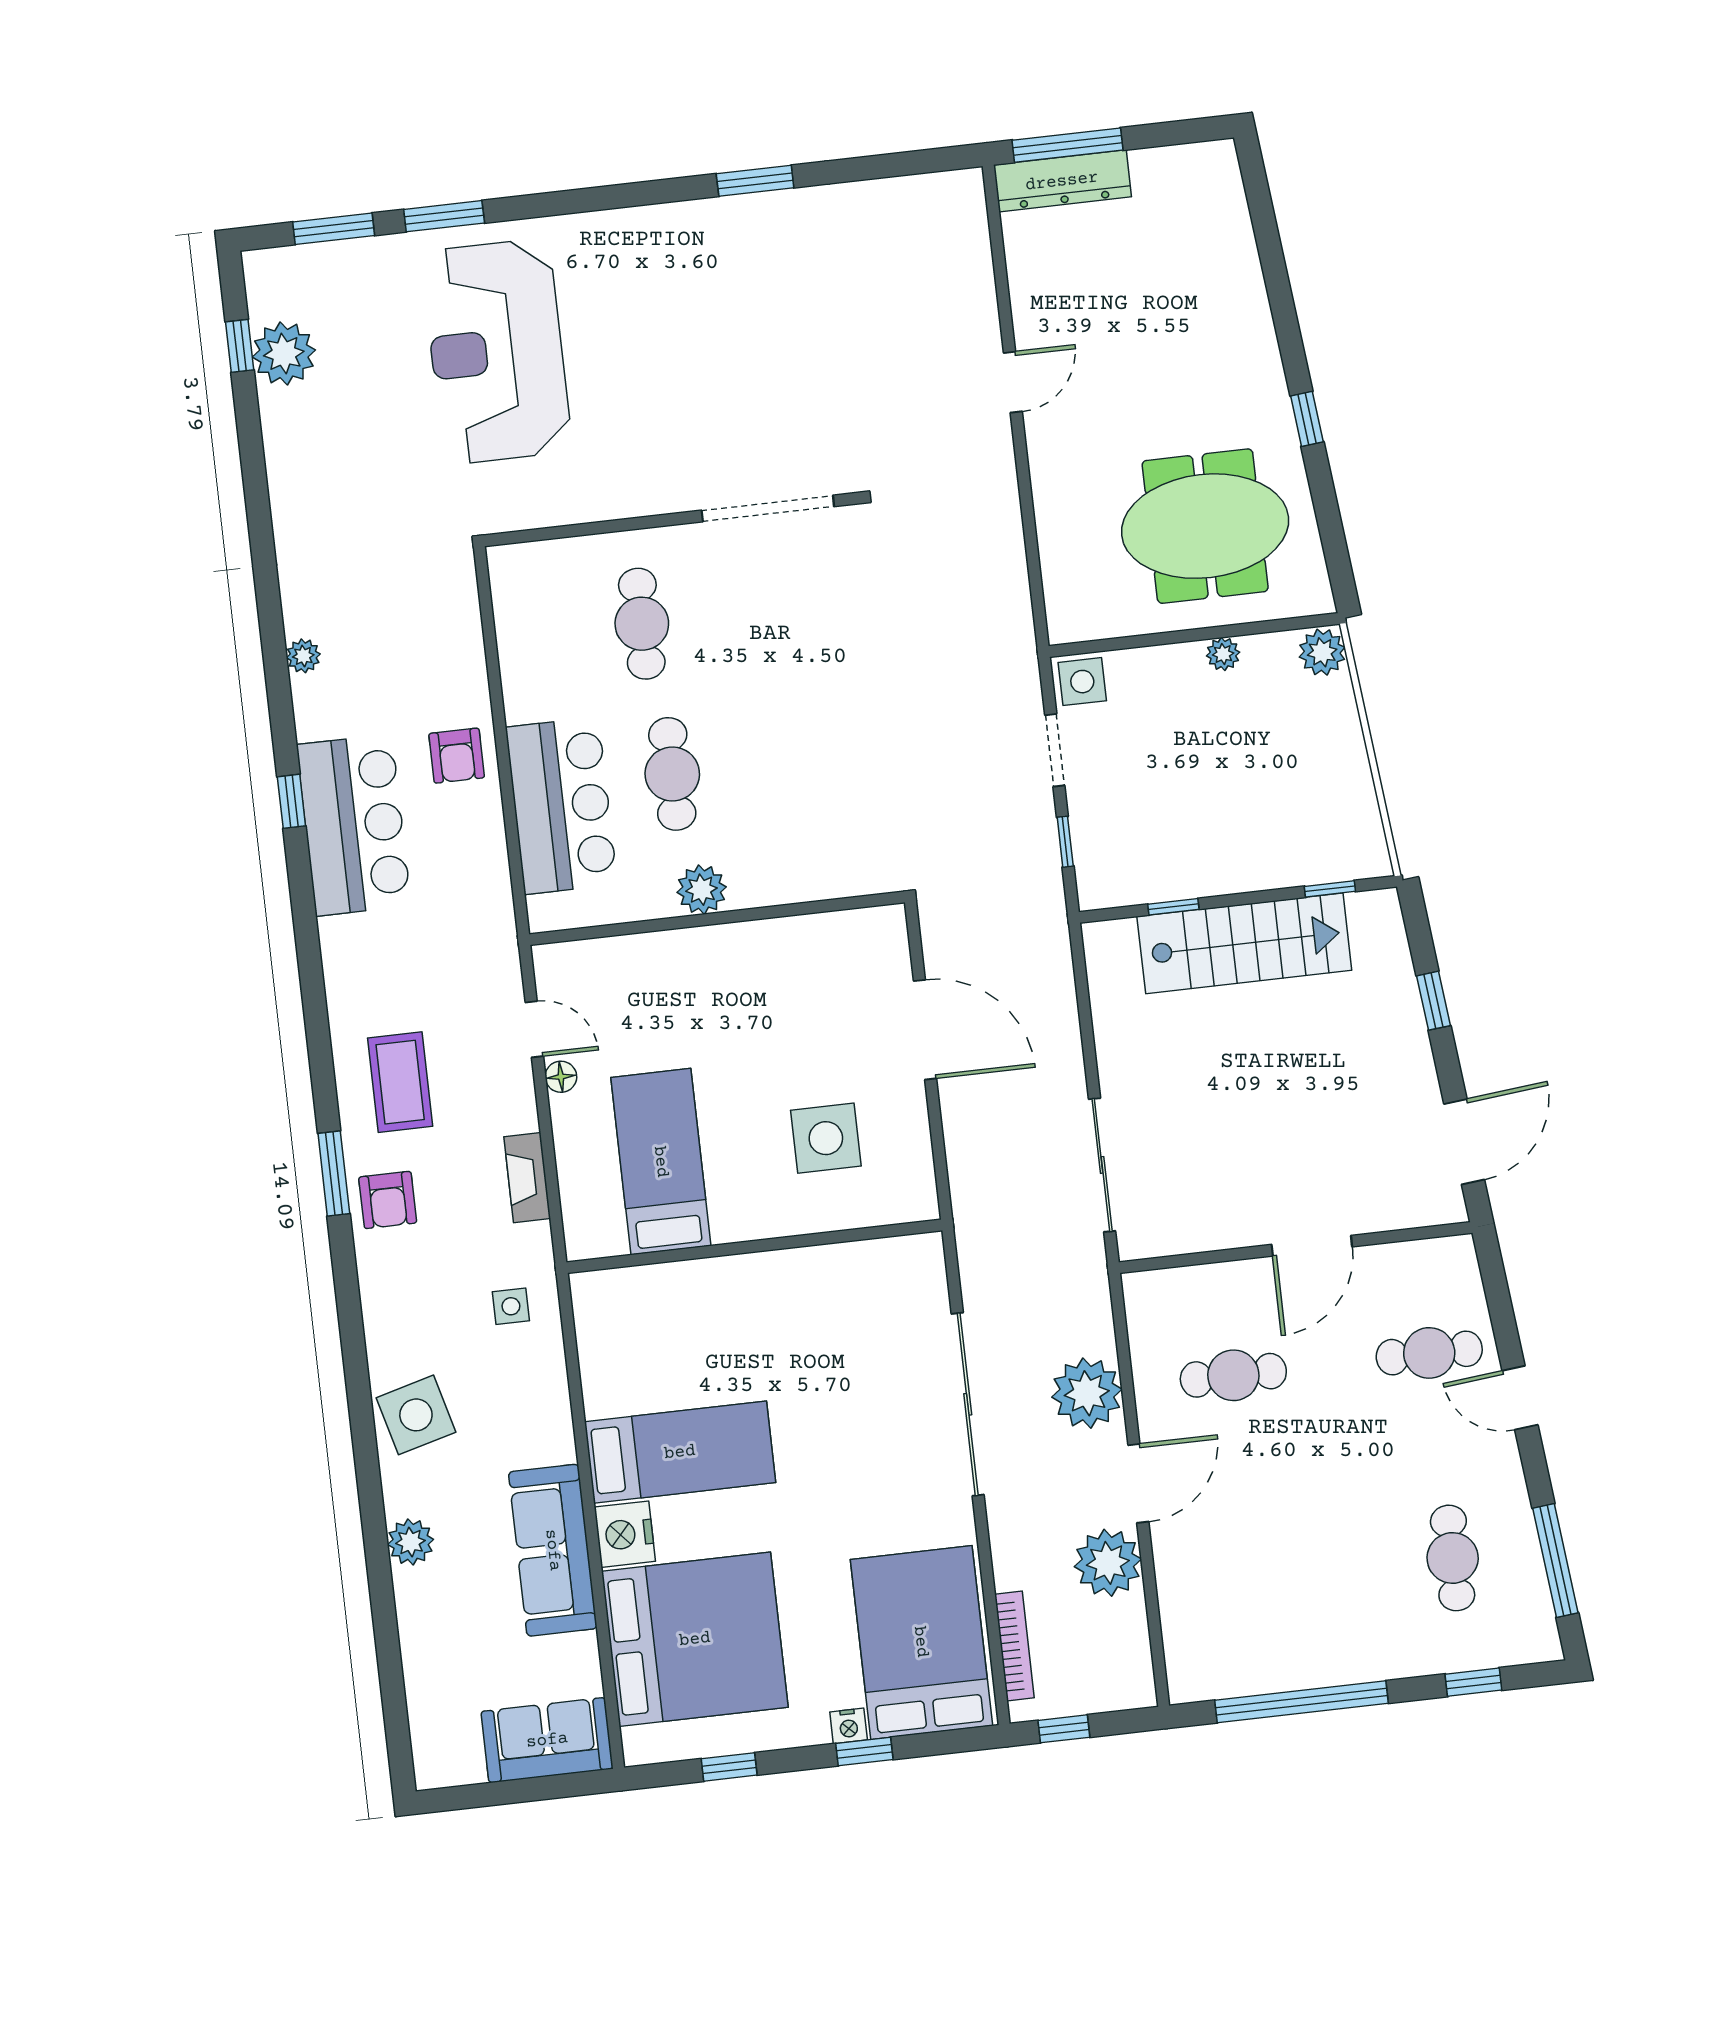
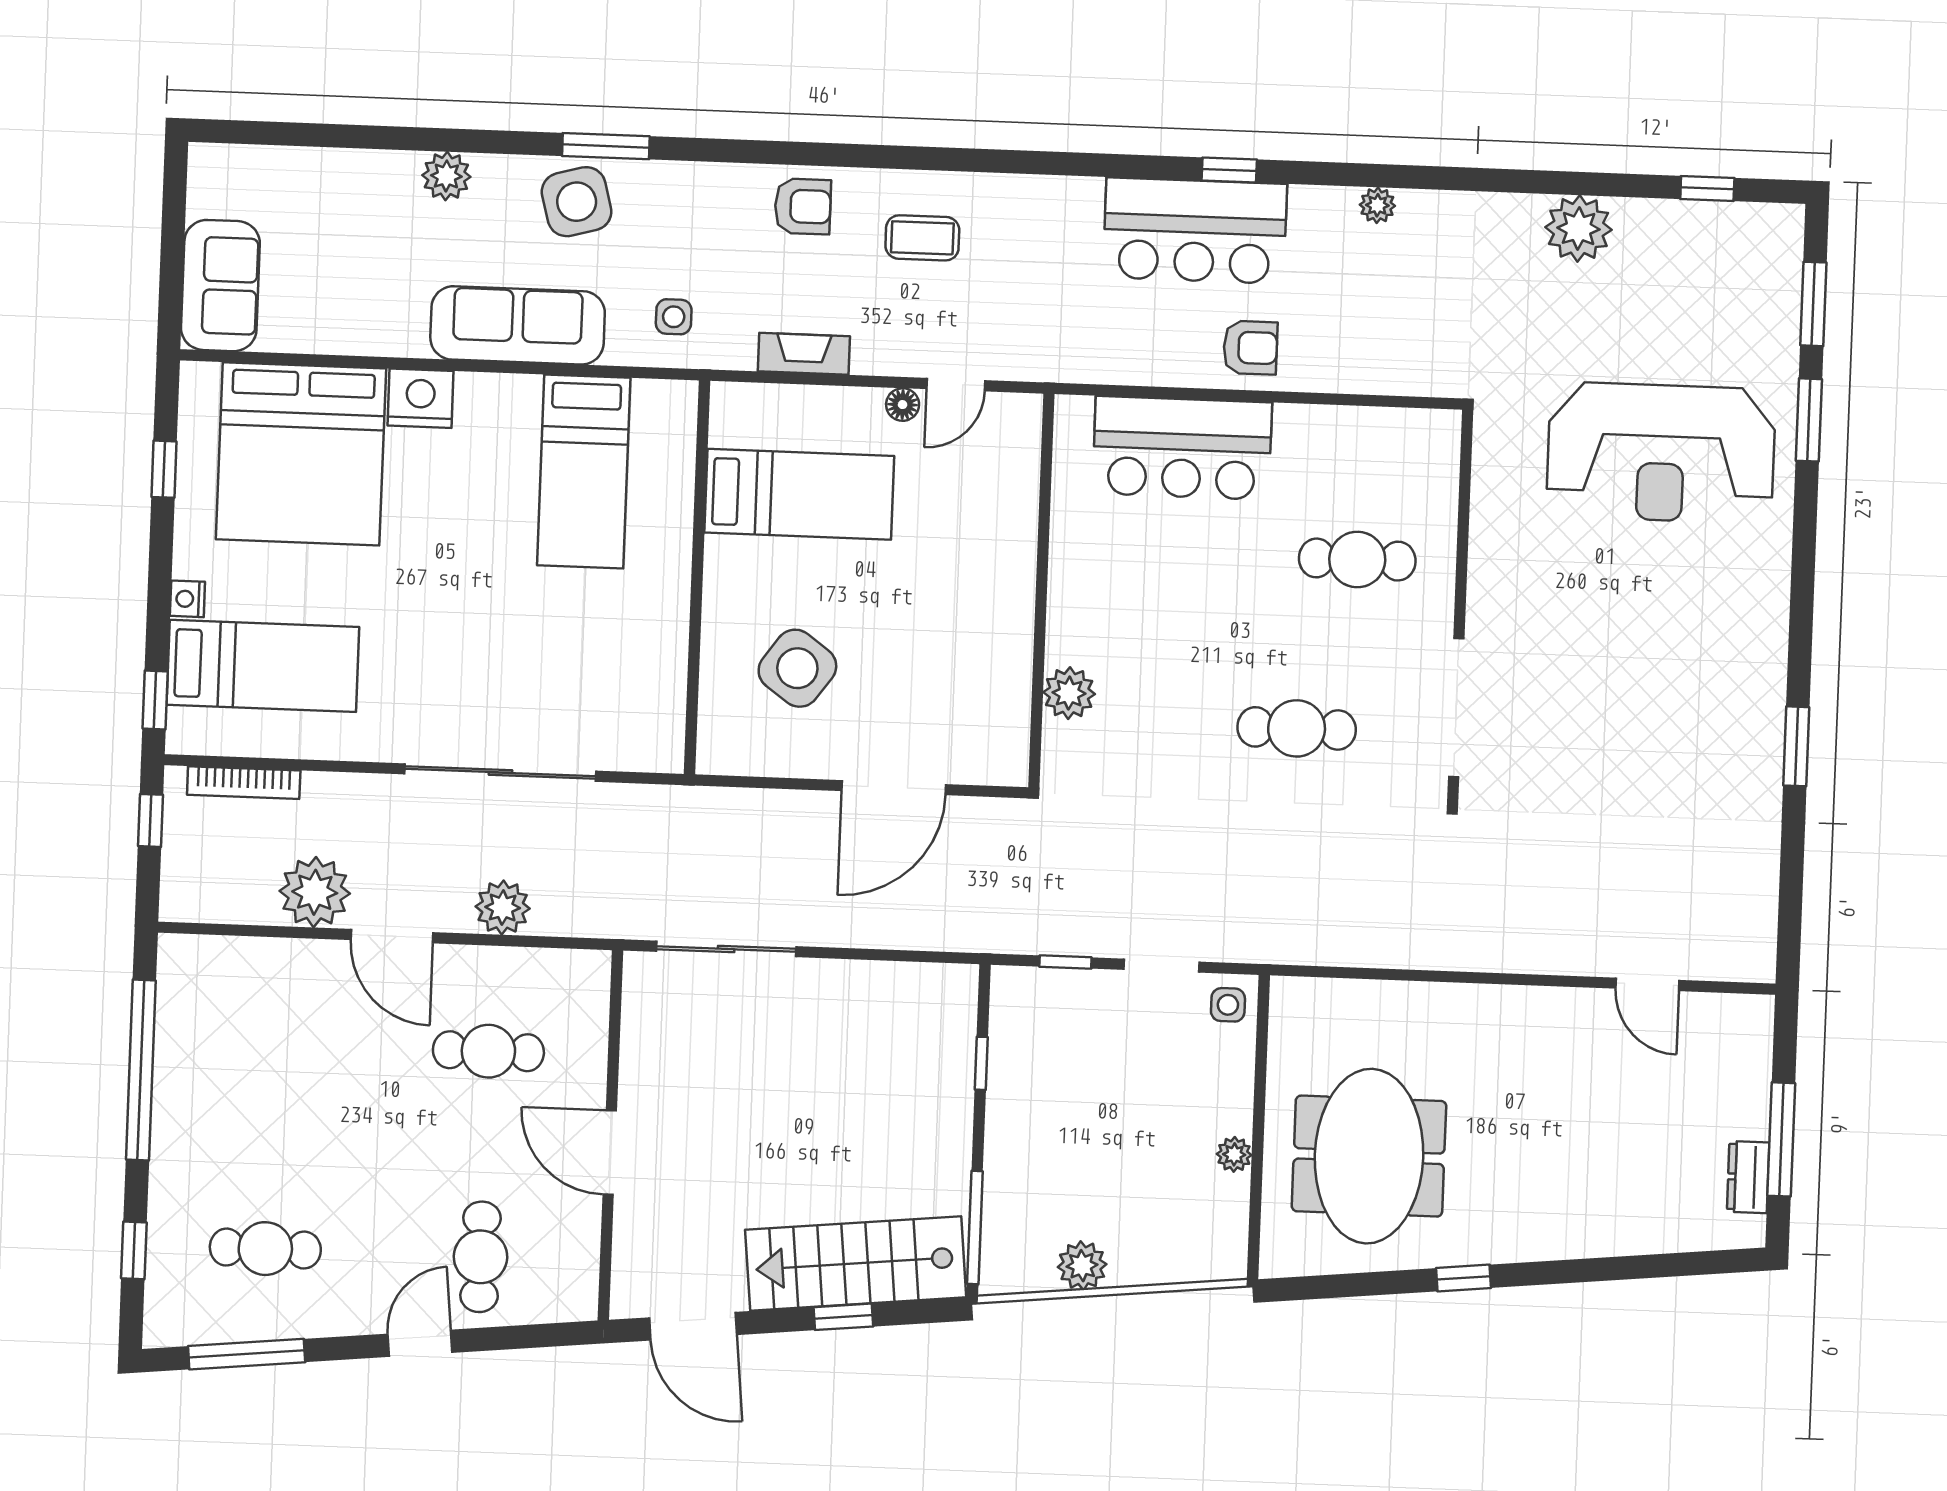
window: (1067, 145) -> (1781, 1139), moved
dresser: (1062, 181) -> (1748, 1177), moved, width x0.51, depth x0.80
reception desk: (497, 351) -> (1661, 453), turned 180
plant: (284, 353) -> (1579, 228), moved
door: (1013, 382) -> (1647, 984), moved
plant: (1322, 652) -> (1082, 1266), moved
side table: (1082, 682) -> (1228, 1005), width x0.73, depth x0.73
armchair: (457, 756) -> (1250, 348), turned 180
cafe table: (672, 774) -> (1297, 728), moved
window: (1330, 889) -> (975, 1227), width x2.17
plant: (702, 890) -> (1069, 693), moved
stairs: (1244, 943) -> (856, 1263), moved, turned 84
coffee table: (400, 1082) -> (922, 238), width x0.73, depth x0.77
side table: (826, 1138) -> (797, 668), turned 36
window: (334, 1174) -> (606, 146), moved
armchair: (388, 1200) -> (803, 206), turned 180
cafe table: (1233, 1375) -> (488, 1051), turned 90
plant: (1087, 1393) -> (503, 908), width x0.73, depth x0.73
bed: (680, 1452) -> (584, 472), moved
sofa: (553, 1550) -> (518, 325), moved
bed: (921, 1642) -> (263, 666), width x0.67
window: (864, 1752) -> (155, 700), moved

